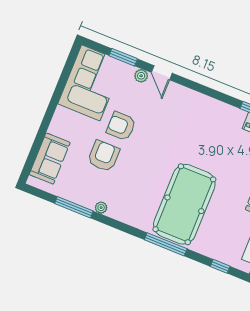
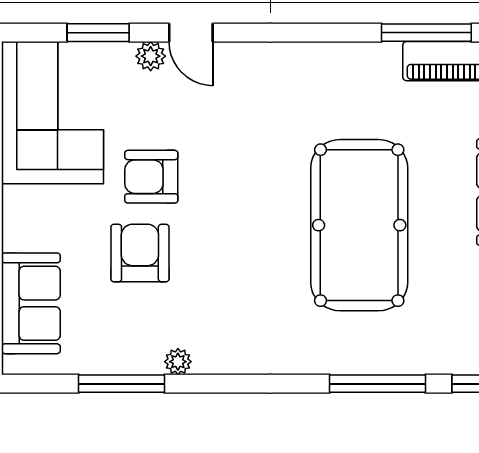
pool table: (184, 204) -> (359, 225), moved
window: (166, 244) -> (378, 384), moved

